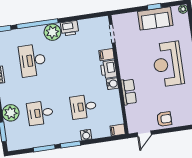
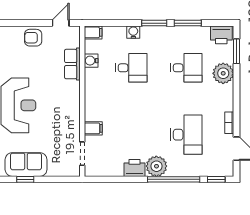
printer: (109, 69) -> (221, 35), moved, turned 90
water cooler: (112, 84) -> (91, 61), moved
row of seats: (129, 92) -> (72, 64), moved

